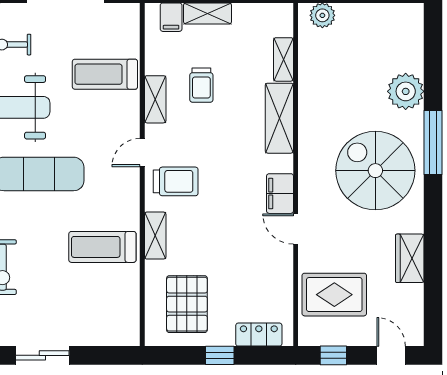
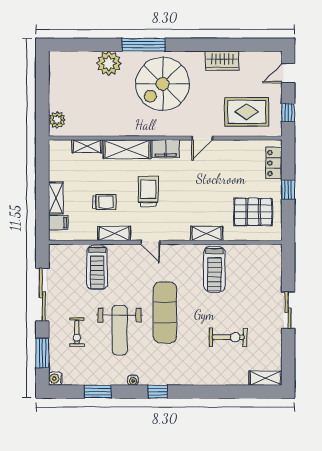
trolley: (176, 181) -> (148, 191), moved
filing cabinet: (280, 194) -> (166, 149), moved
rug: (334, 295) -> (247, 112), turned 90

